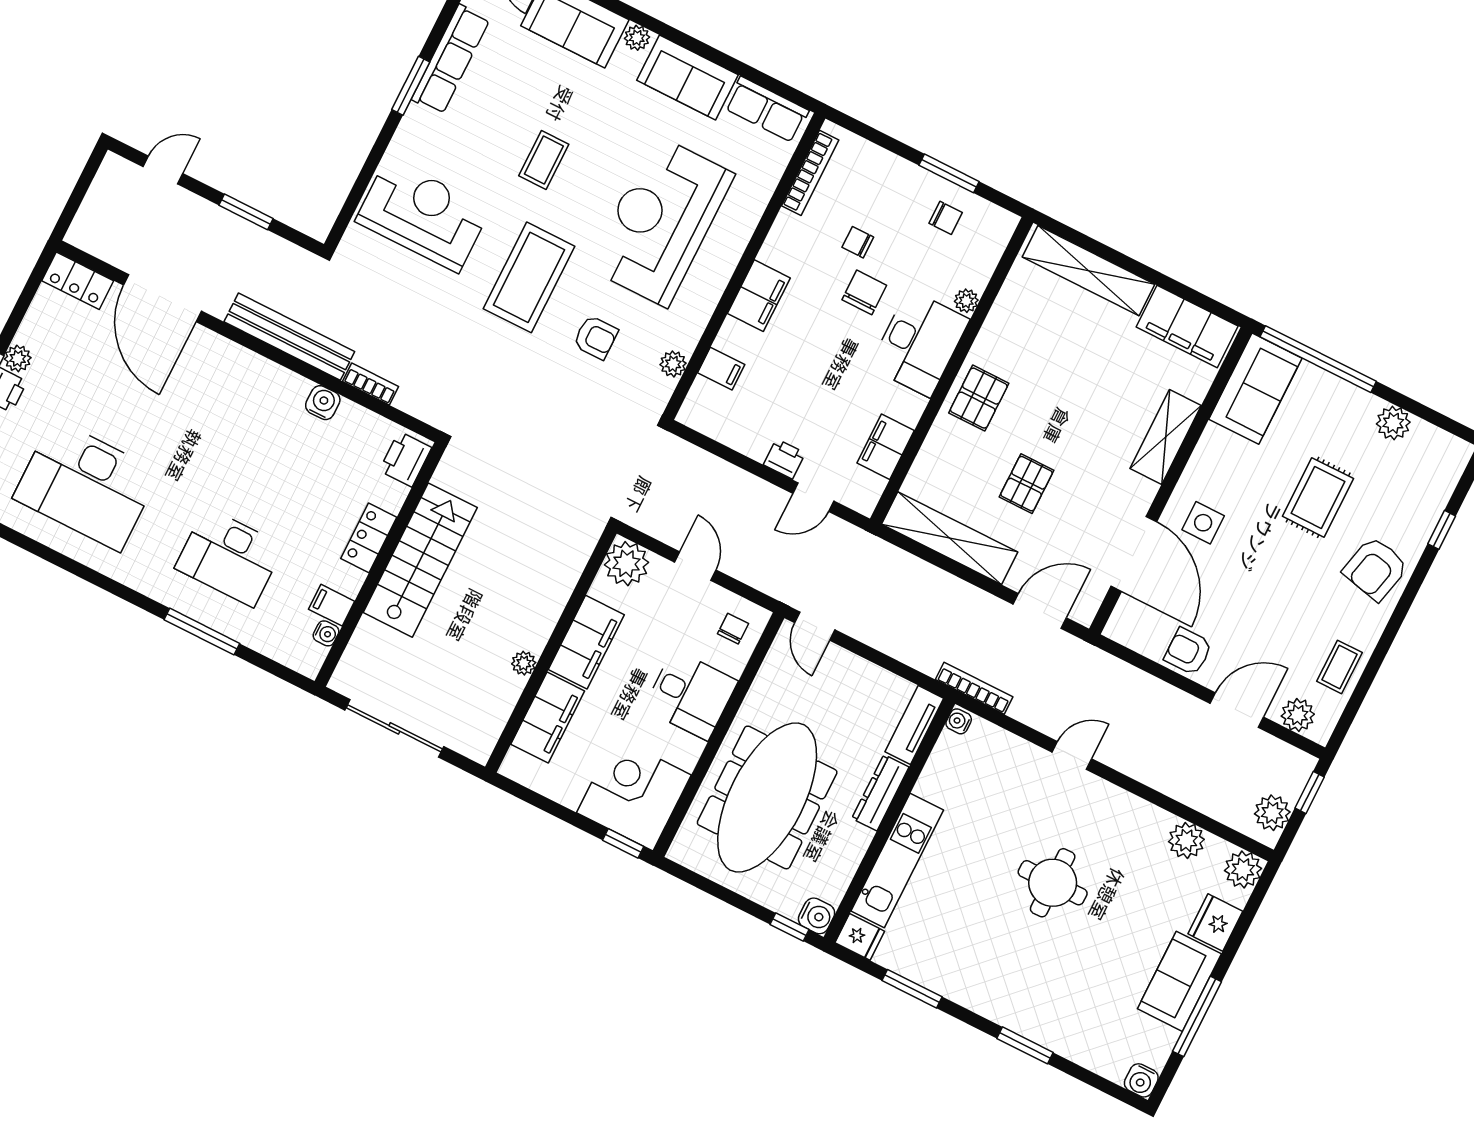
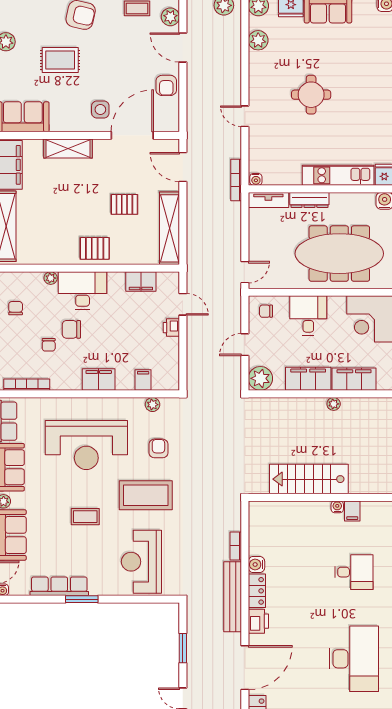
printer: (405, 459) -> (258, 621), moved, turned -90
locker: (369, 538) -> (257, 591), moved, turned -90
desk: (229, 557) -> (354, 572), width x0.73
water cooler: (326, 633) -> (337, 507), moved

